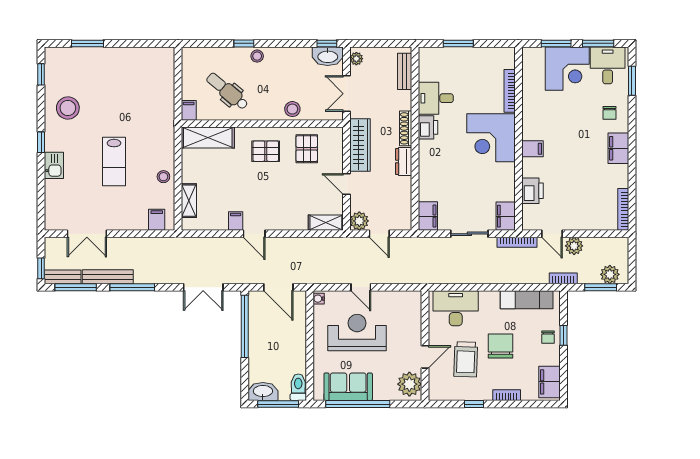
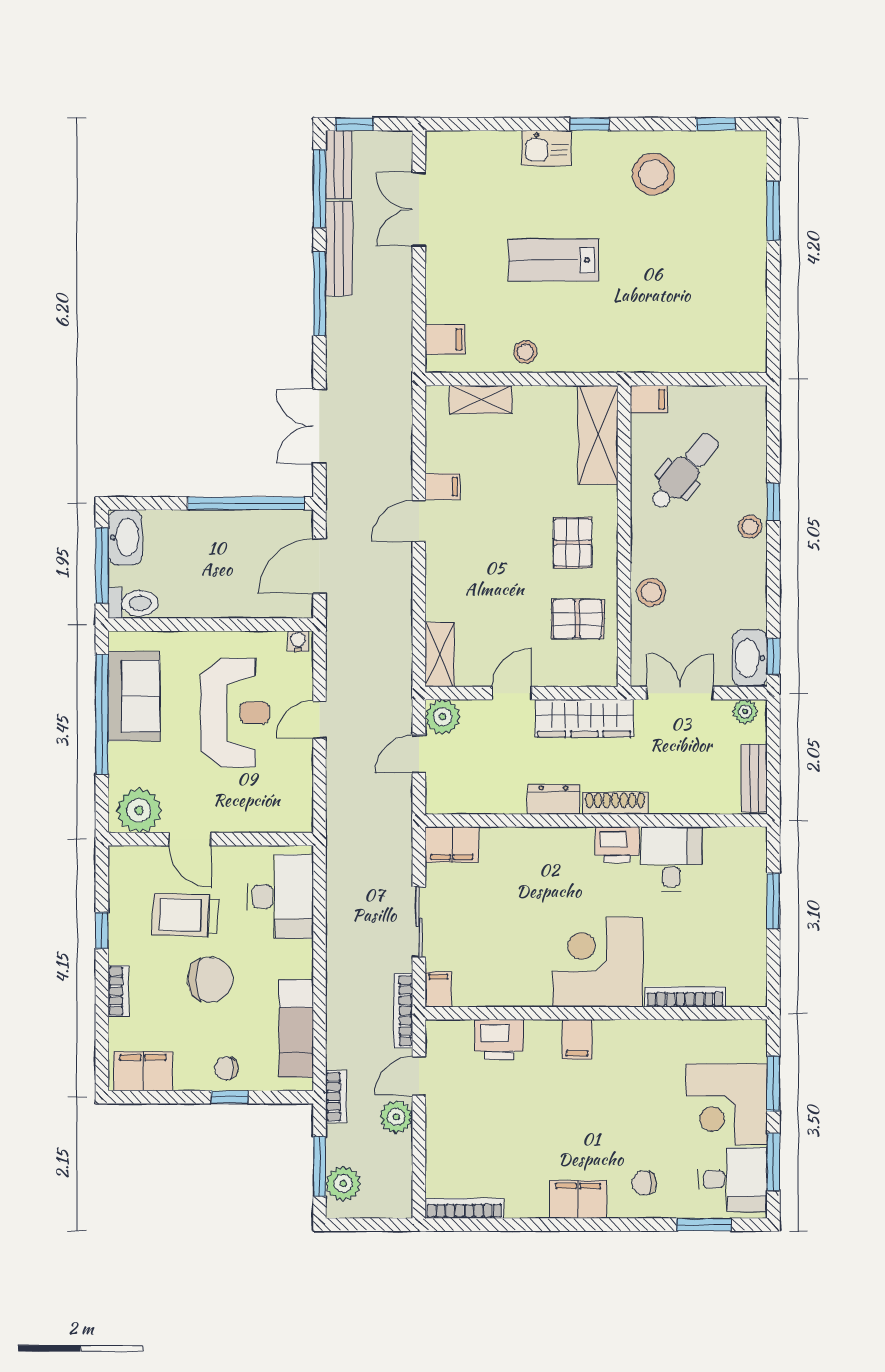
bench: (405, 71) -> (754, 778), moved, turned 90
filing cabinet: (506, 216) -> (438, 989), width x0.50

